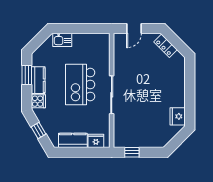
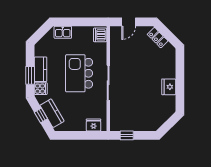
dishwasher: (103, 43) -> (100, 35), added
window: (27, 75) -> (30, 75), moved
fridge: (178, 116) -> (169, 87), moved
kitchen counter: (73, 140) -> (52, 113), moved, turned 60

